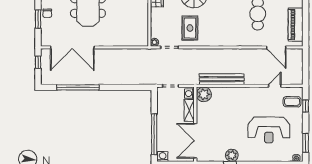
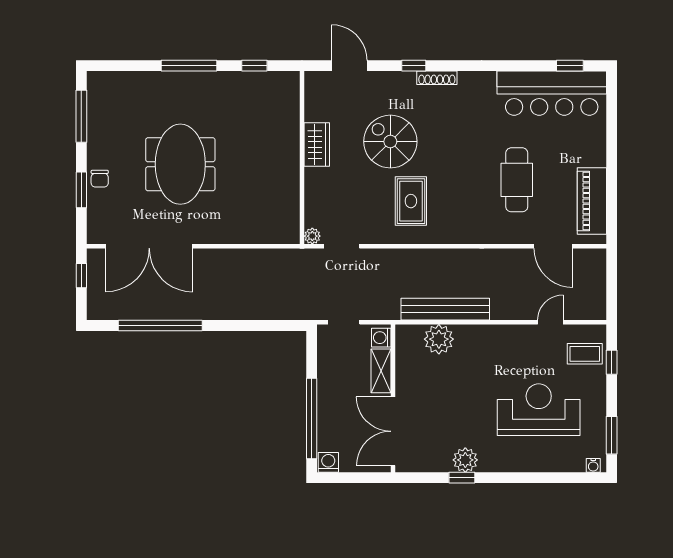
rug: (190, 28) -> (411, 201), moved
plant: (204, 94) -> (439, 339), moved
reception desk: (269, 130) -> (539, 410), turned 180

